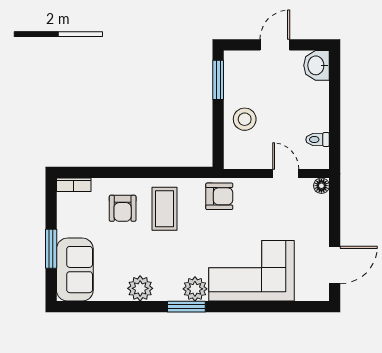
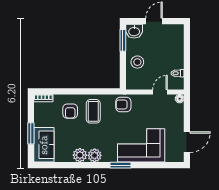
washbasin: (317, 65) -> (134, 31), moved, turned -90
door: (286, 174) -> (160, 92), hinge flipped
armchair: (219, 196) -> (123, 105), turned 180
plant: (195, 289) -> (95, 155), moved
window: (186, 307) -> (121, 165), moved

